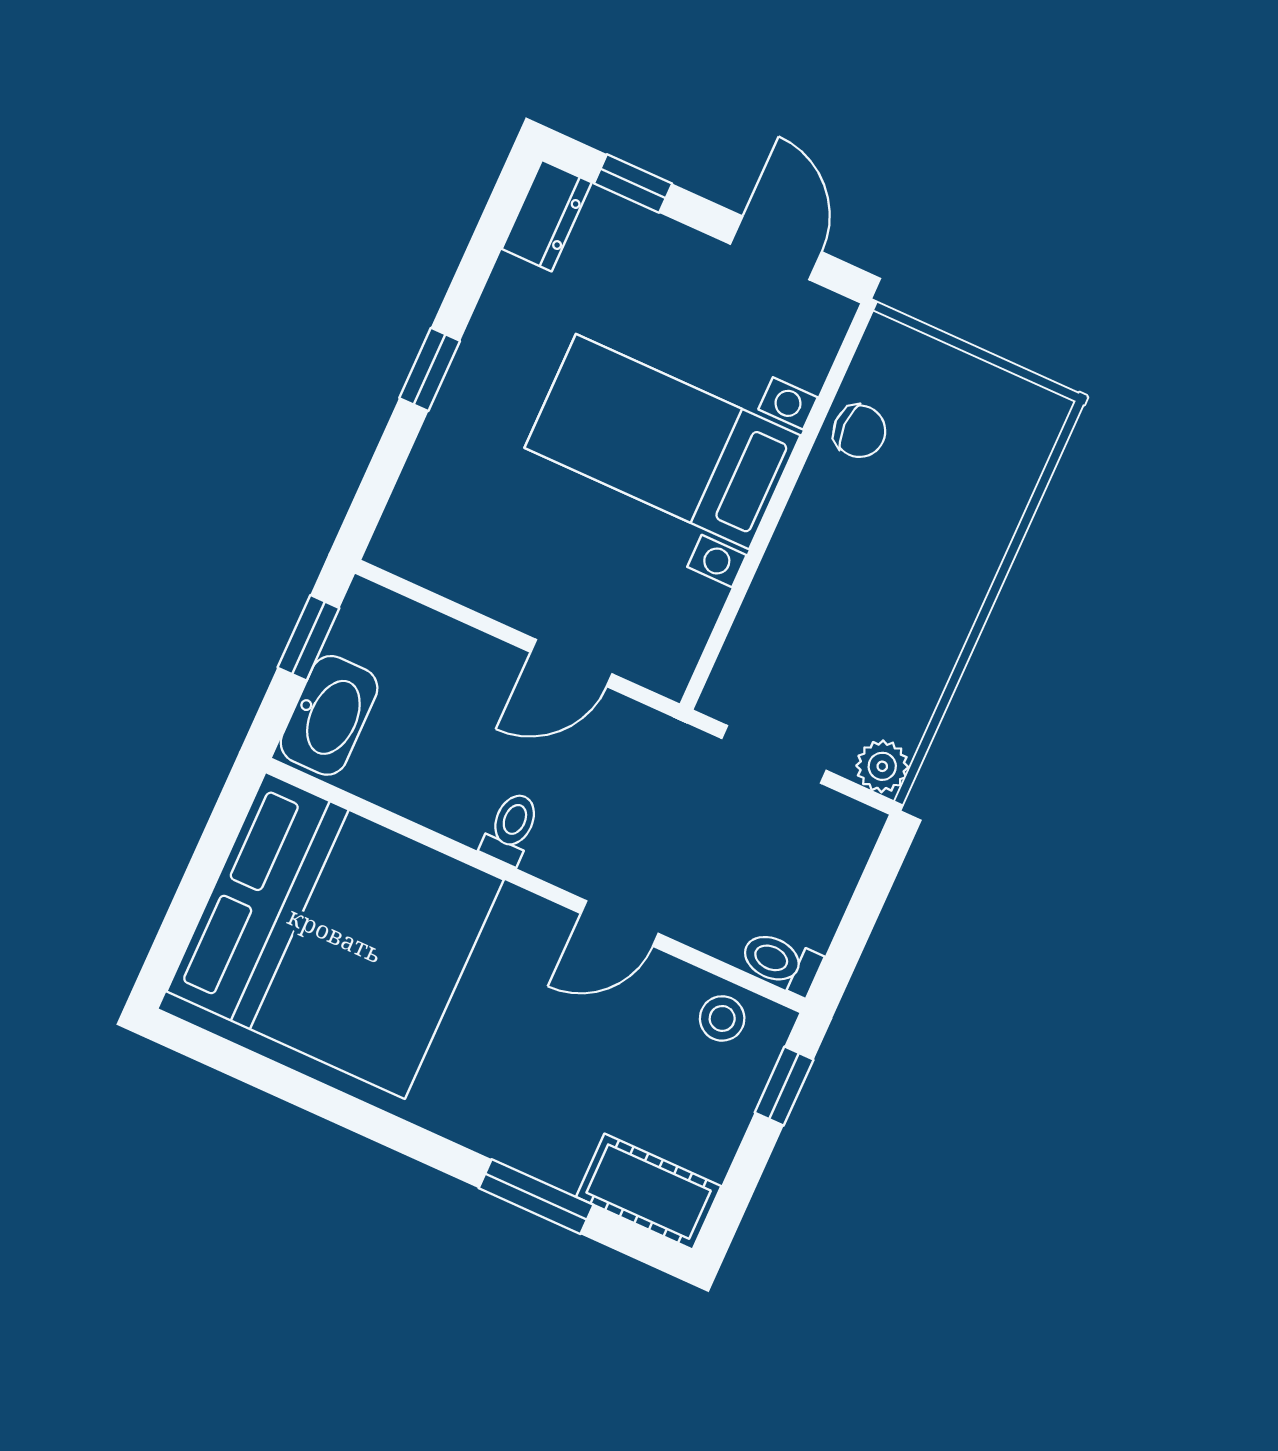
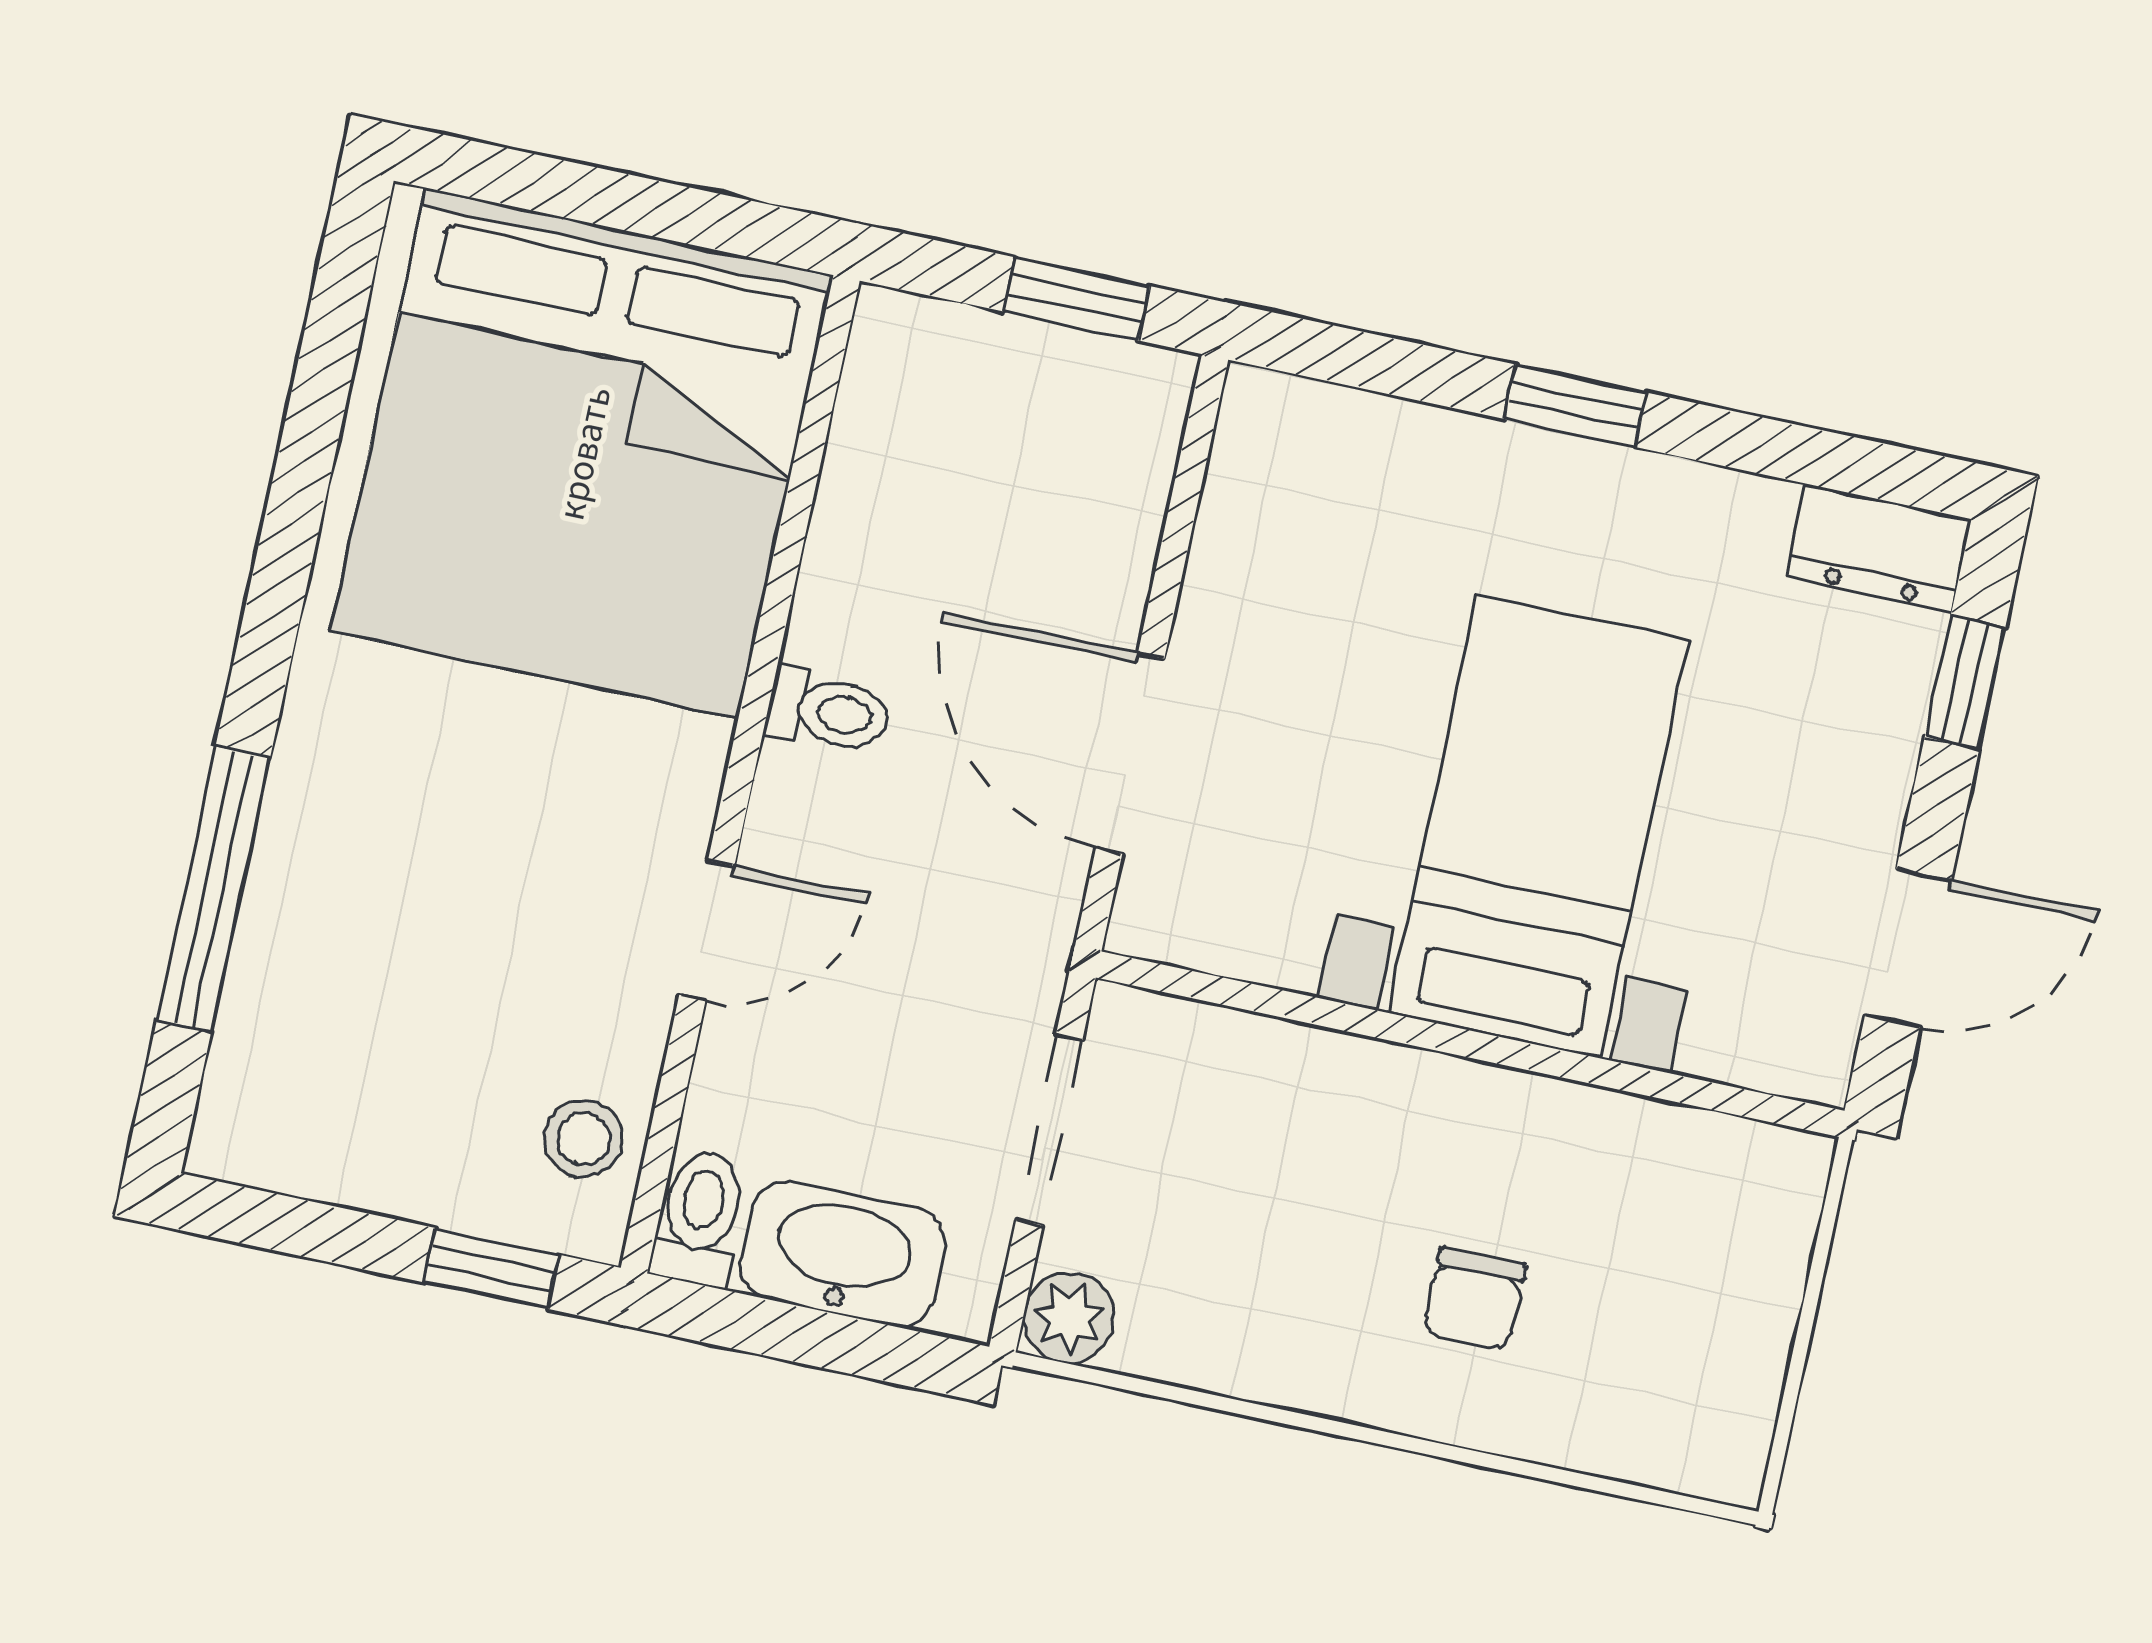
chair: (859, 431) -> (1474, 1299), moved
door: (571, 663) -> (1130, 753), width x1.38
washbasin: (329, 715) -> (843, 1254), moved, turned 180
door: (620, 923) -> (707, 931), swing flipped
cot: (649, 1192) -> (263, 1078), removed
window: (536, 1197) -> (213, 889), width x1.44

